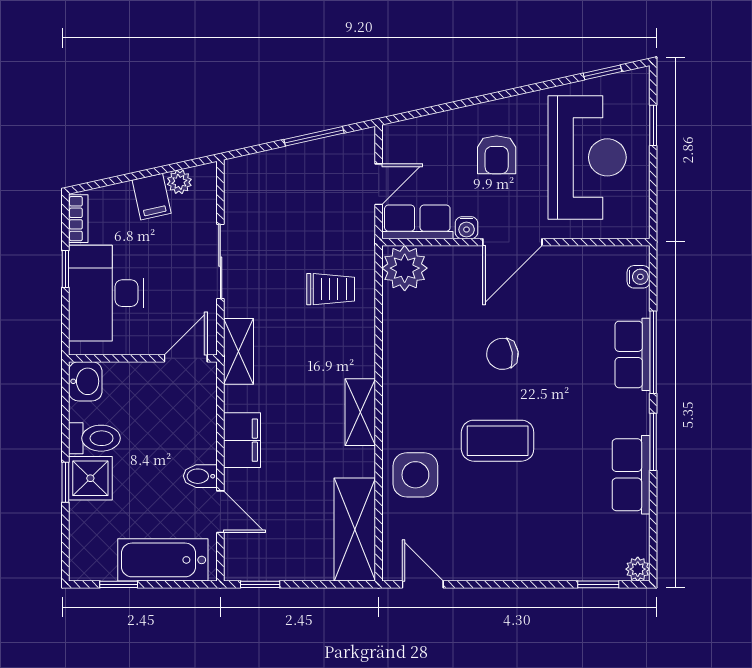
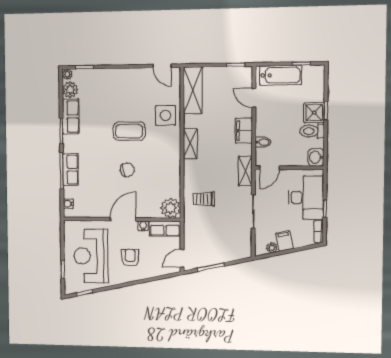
door: (379, 184) -> (182, 258), moved
bidet: (200, 476) -> (263, 142), moved
plant: (632, 535) -> (70, 90), added

